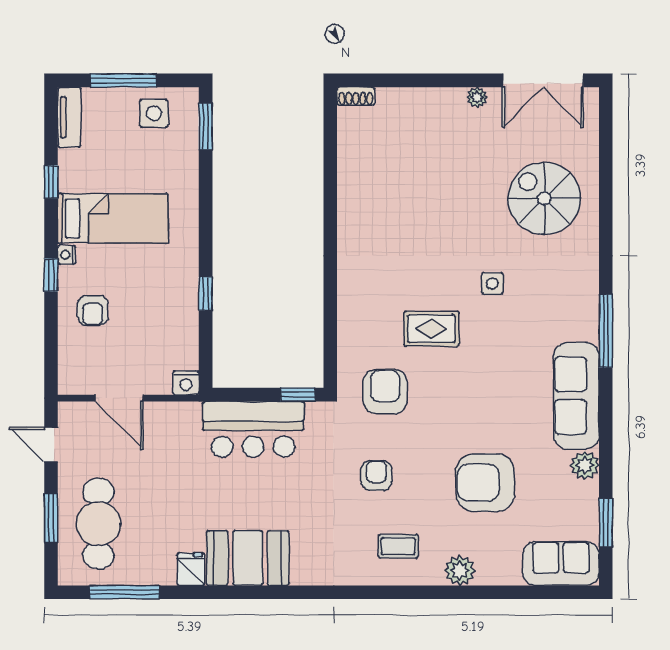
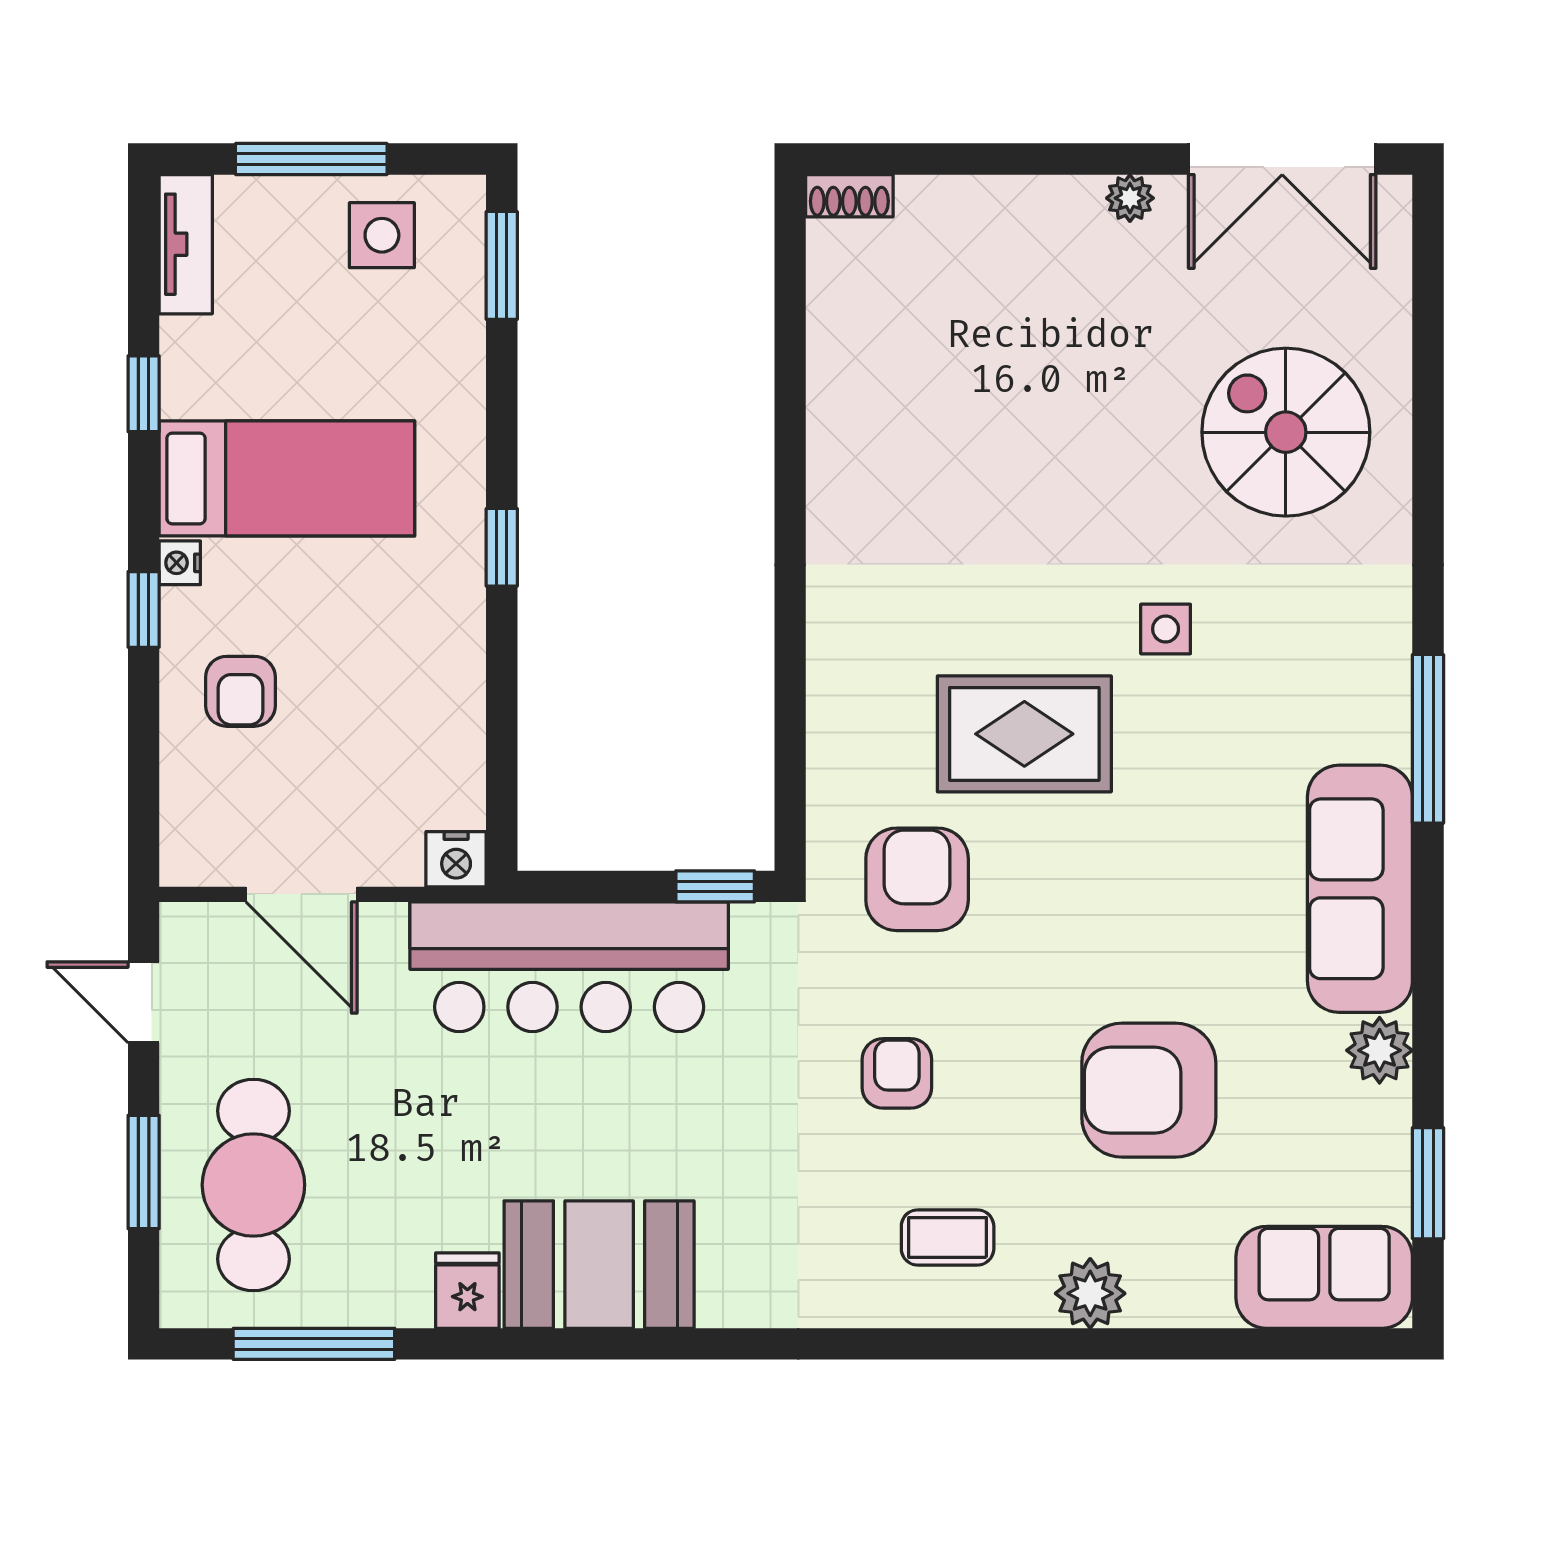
window: (206, 294) -> (502, 547), moved
rug: (431, 329) -> (1024, 734), width x1.36, depth x1.43
bar counter: (253, 429) -> (569, 967), width x1.36

